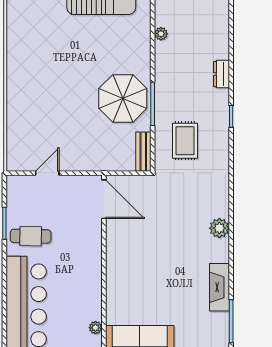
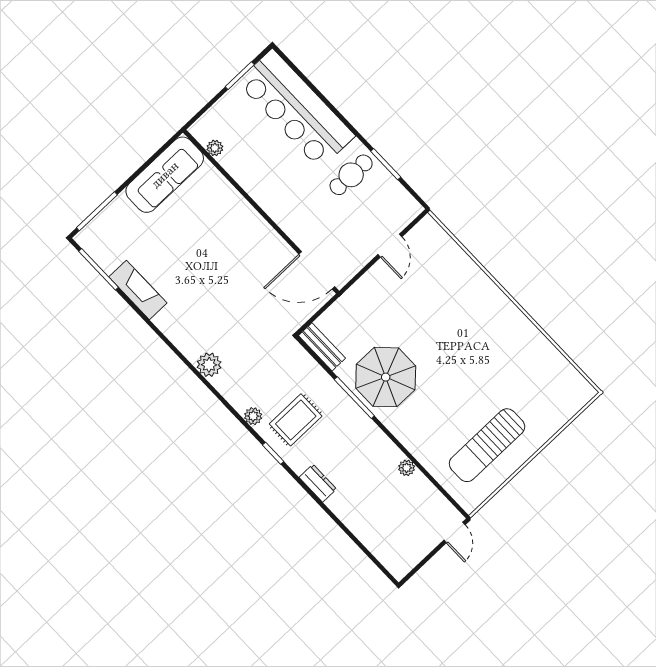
rug: (185, 141) -> (296, 420), moved, turned 90
plant: (222, 149) -> (253, 416), added
plant: (219, 228) -> (209, 365), moved

